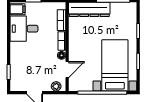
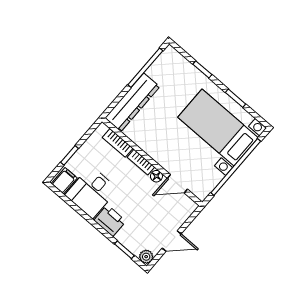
printer: (17, 51) -> (110, 221), added
door: (67, 70) -> (177, 184), swing flipped
plant: (56, 86) -> (146, 257), moved

